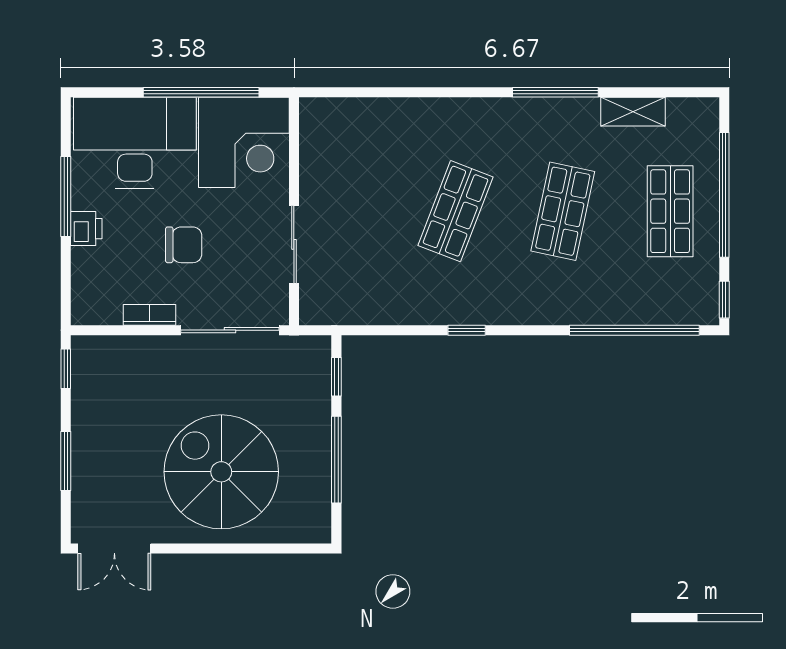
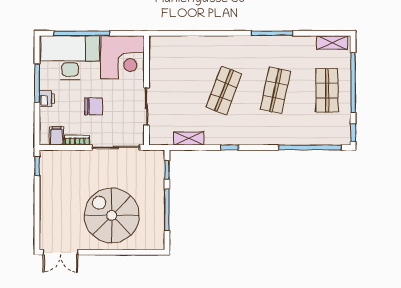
window: (201, 92) -> (82, 33), moved
shelving: (633, 112) -> (332, 43), moved
filing cabinet: (106, 306) -> (56, 136), added
shelving: (382, 311) -> (189, 138), added
window: (66, 461) -> (37, 210), removed

